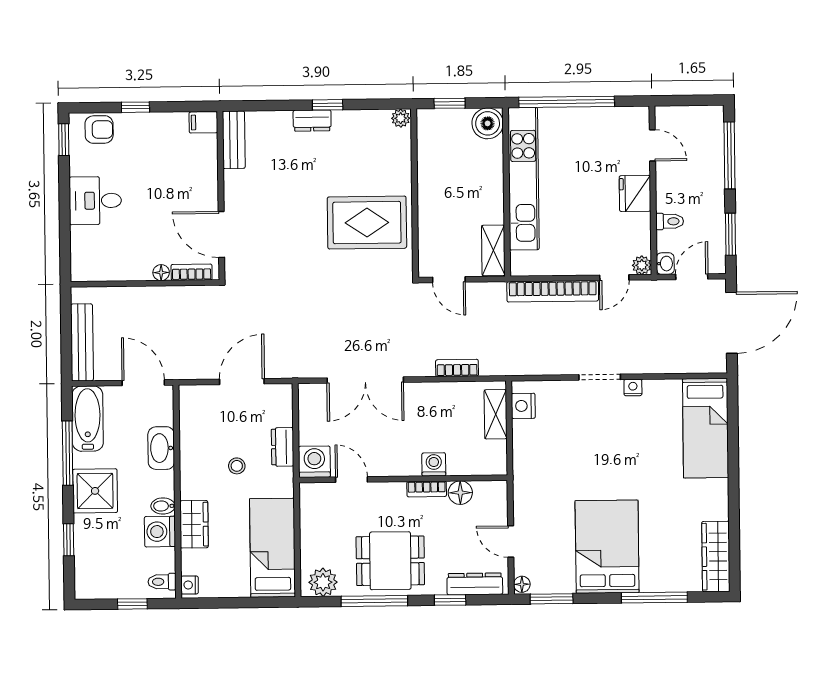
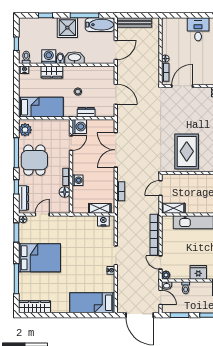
washbasin: (161, 448) -> (74, 58), moved

